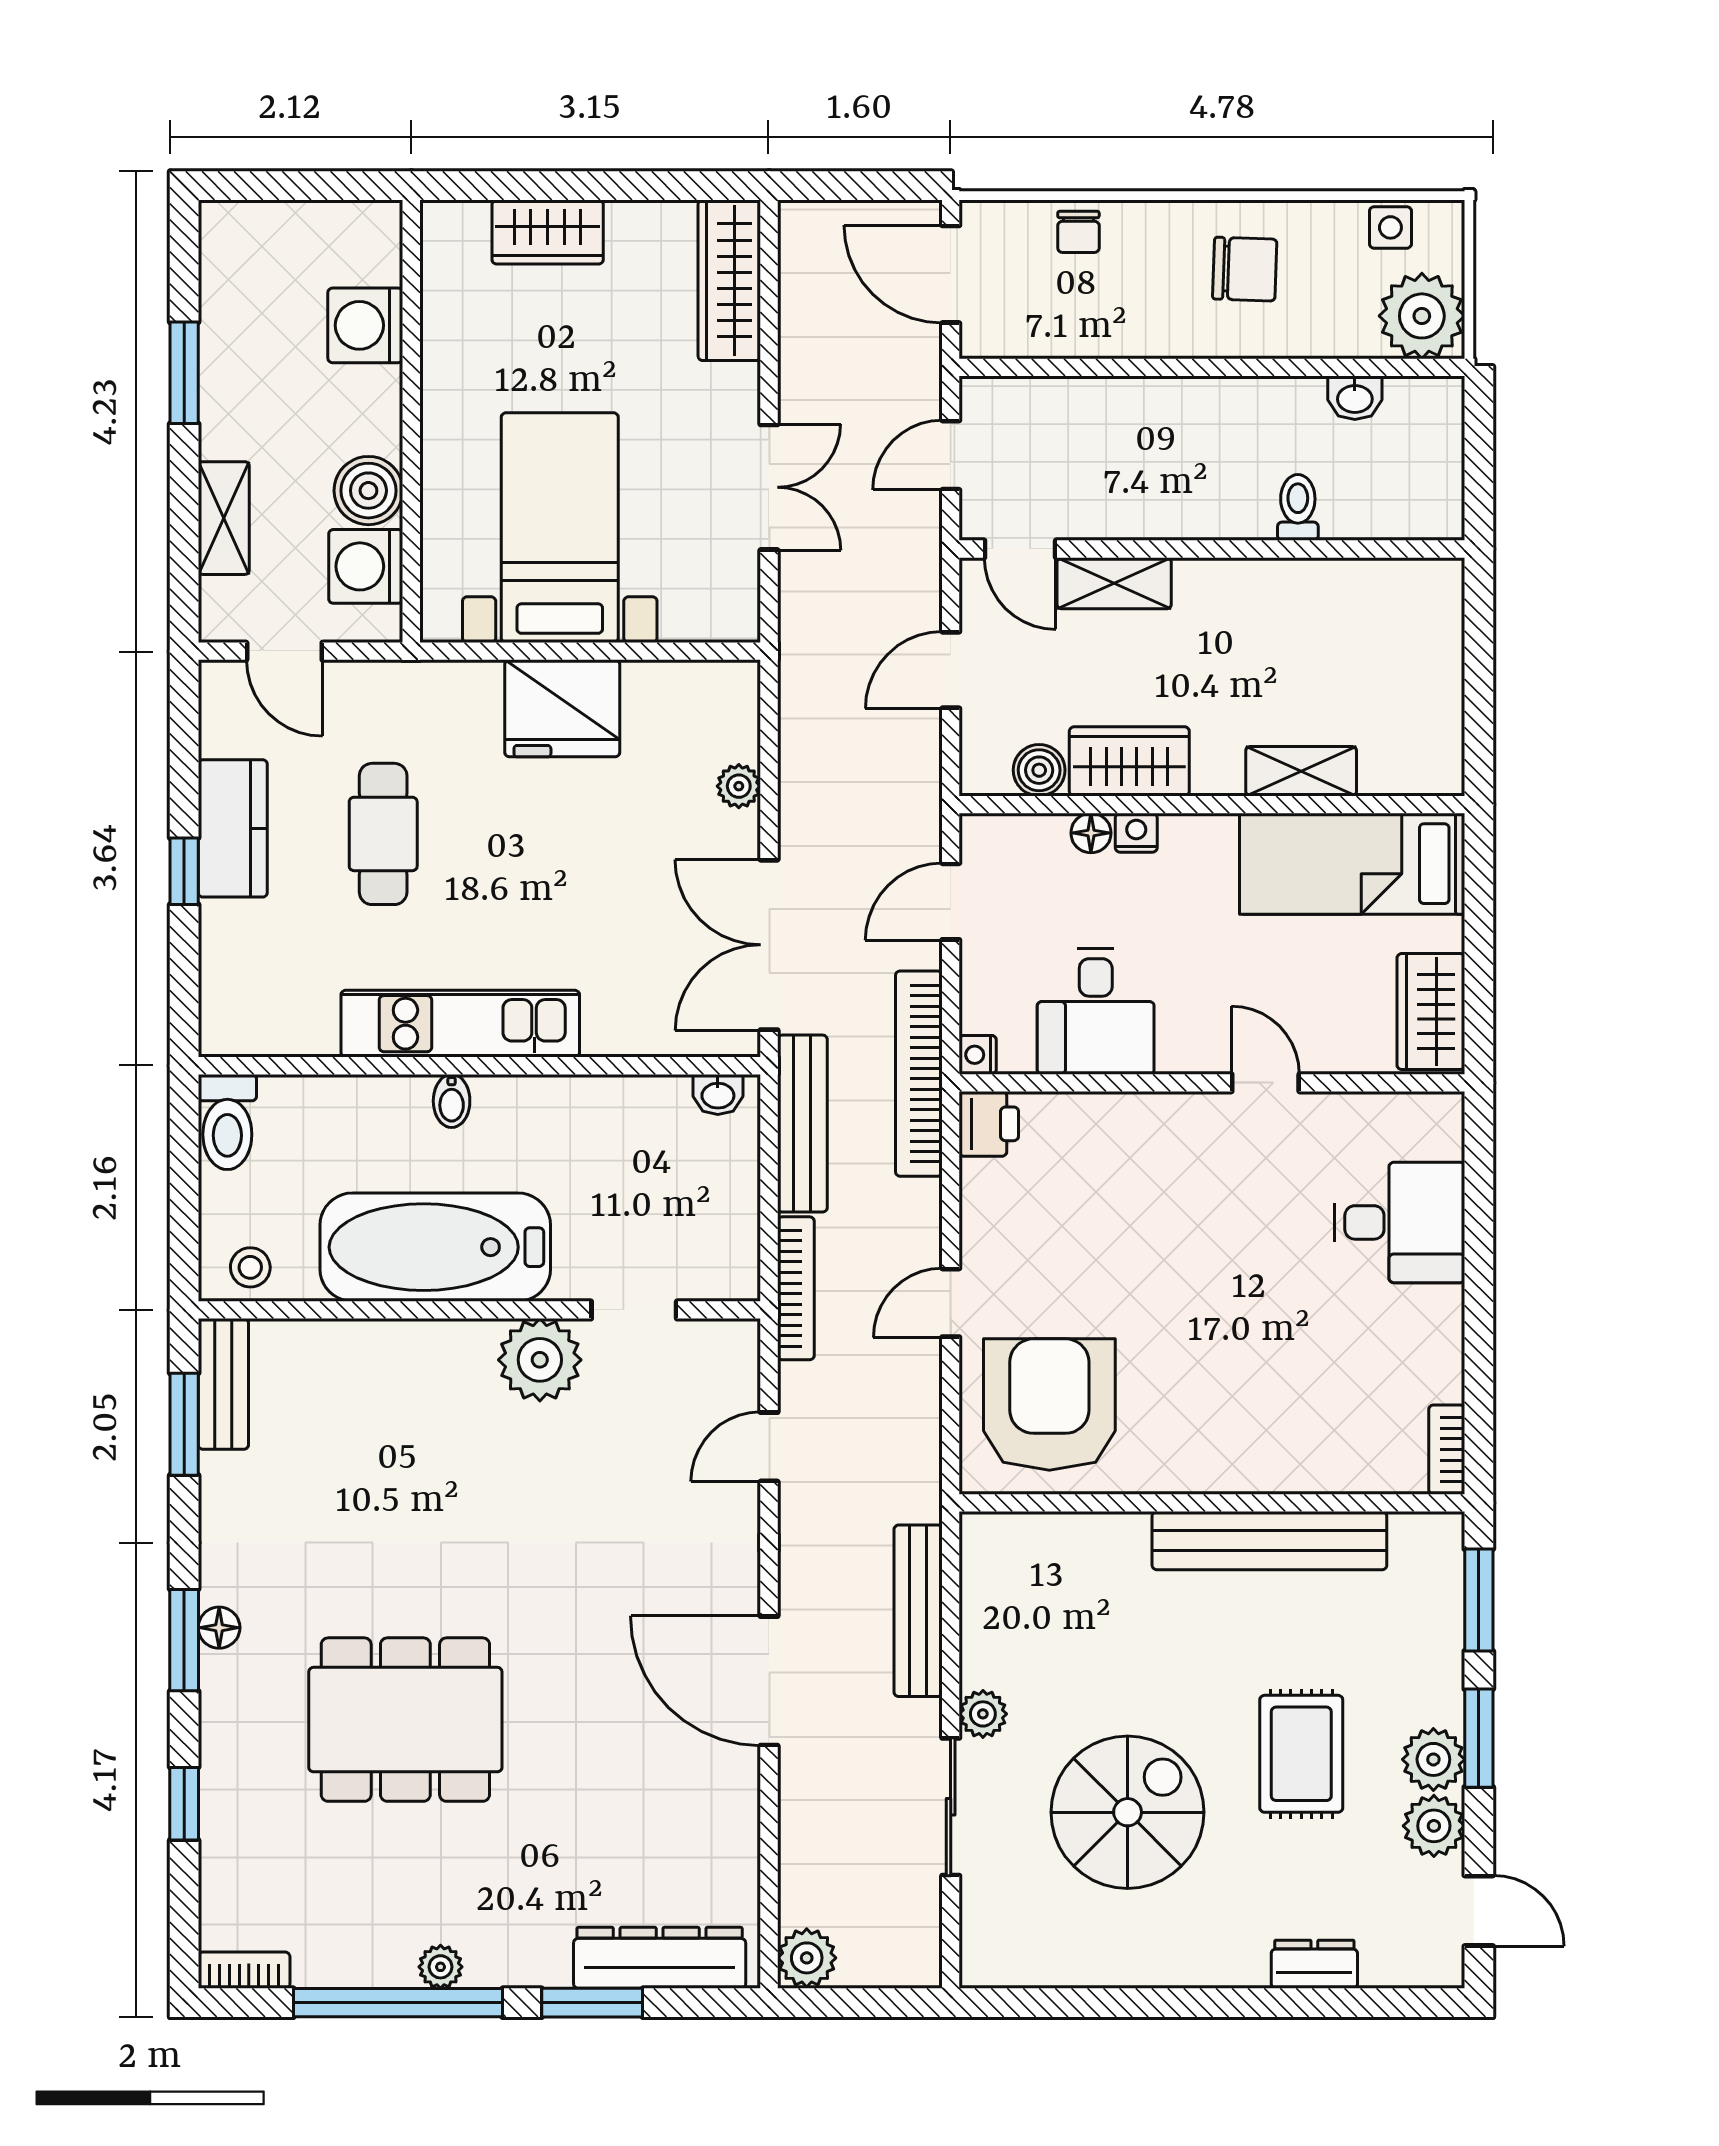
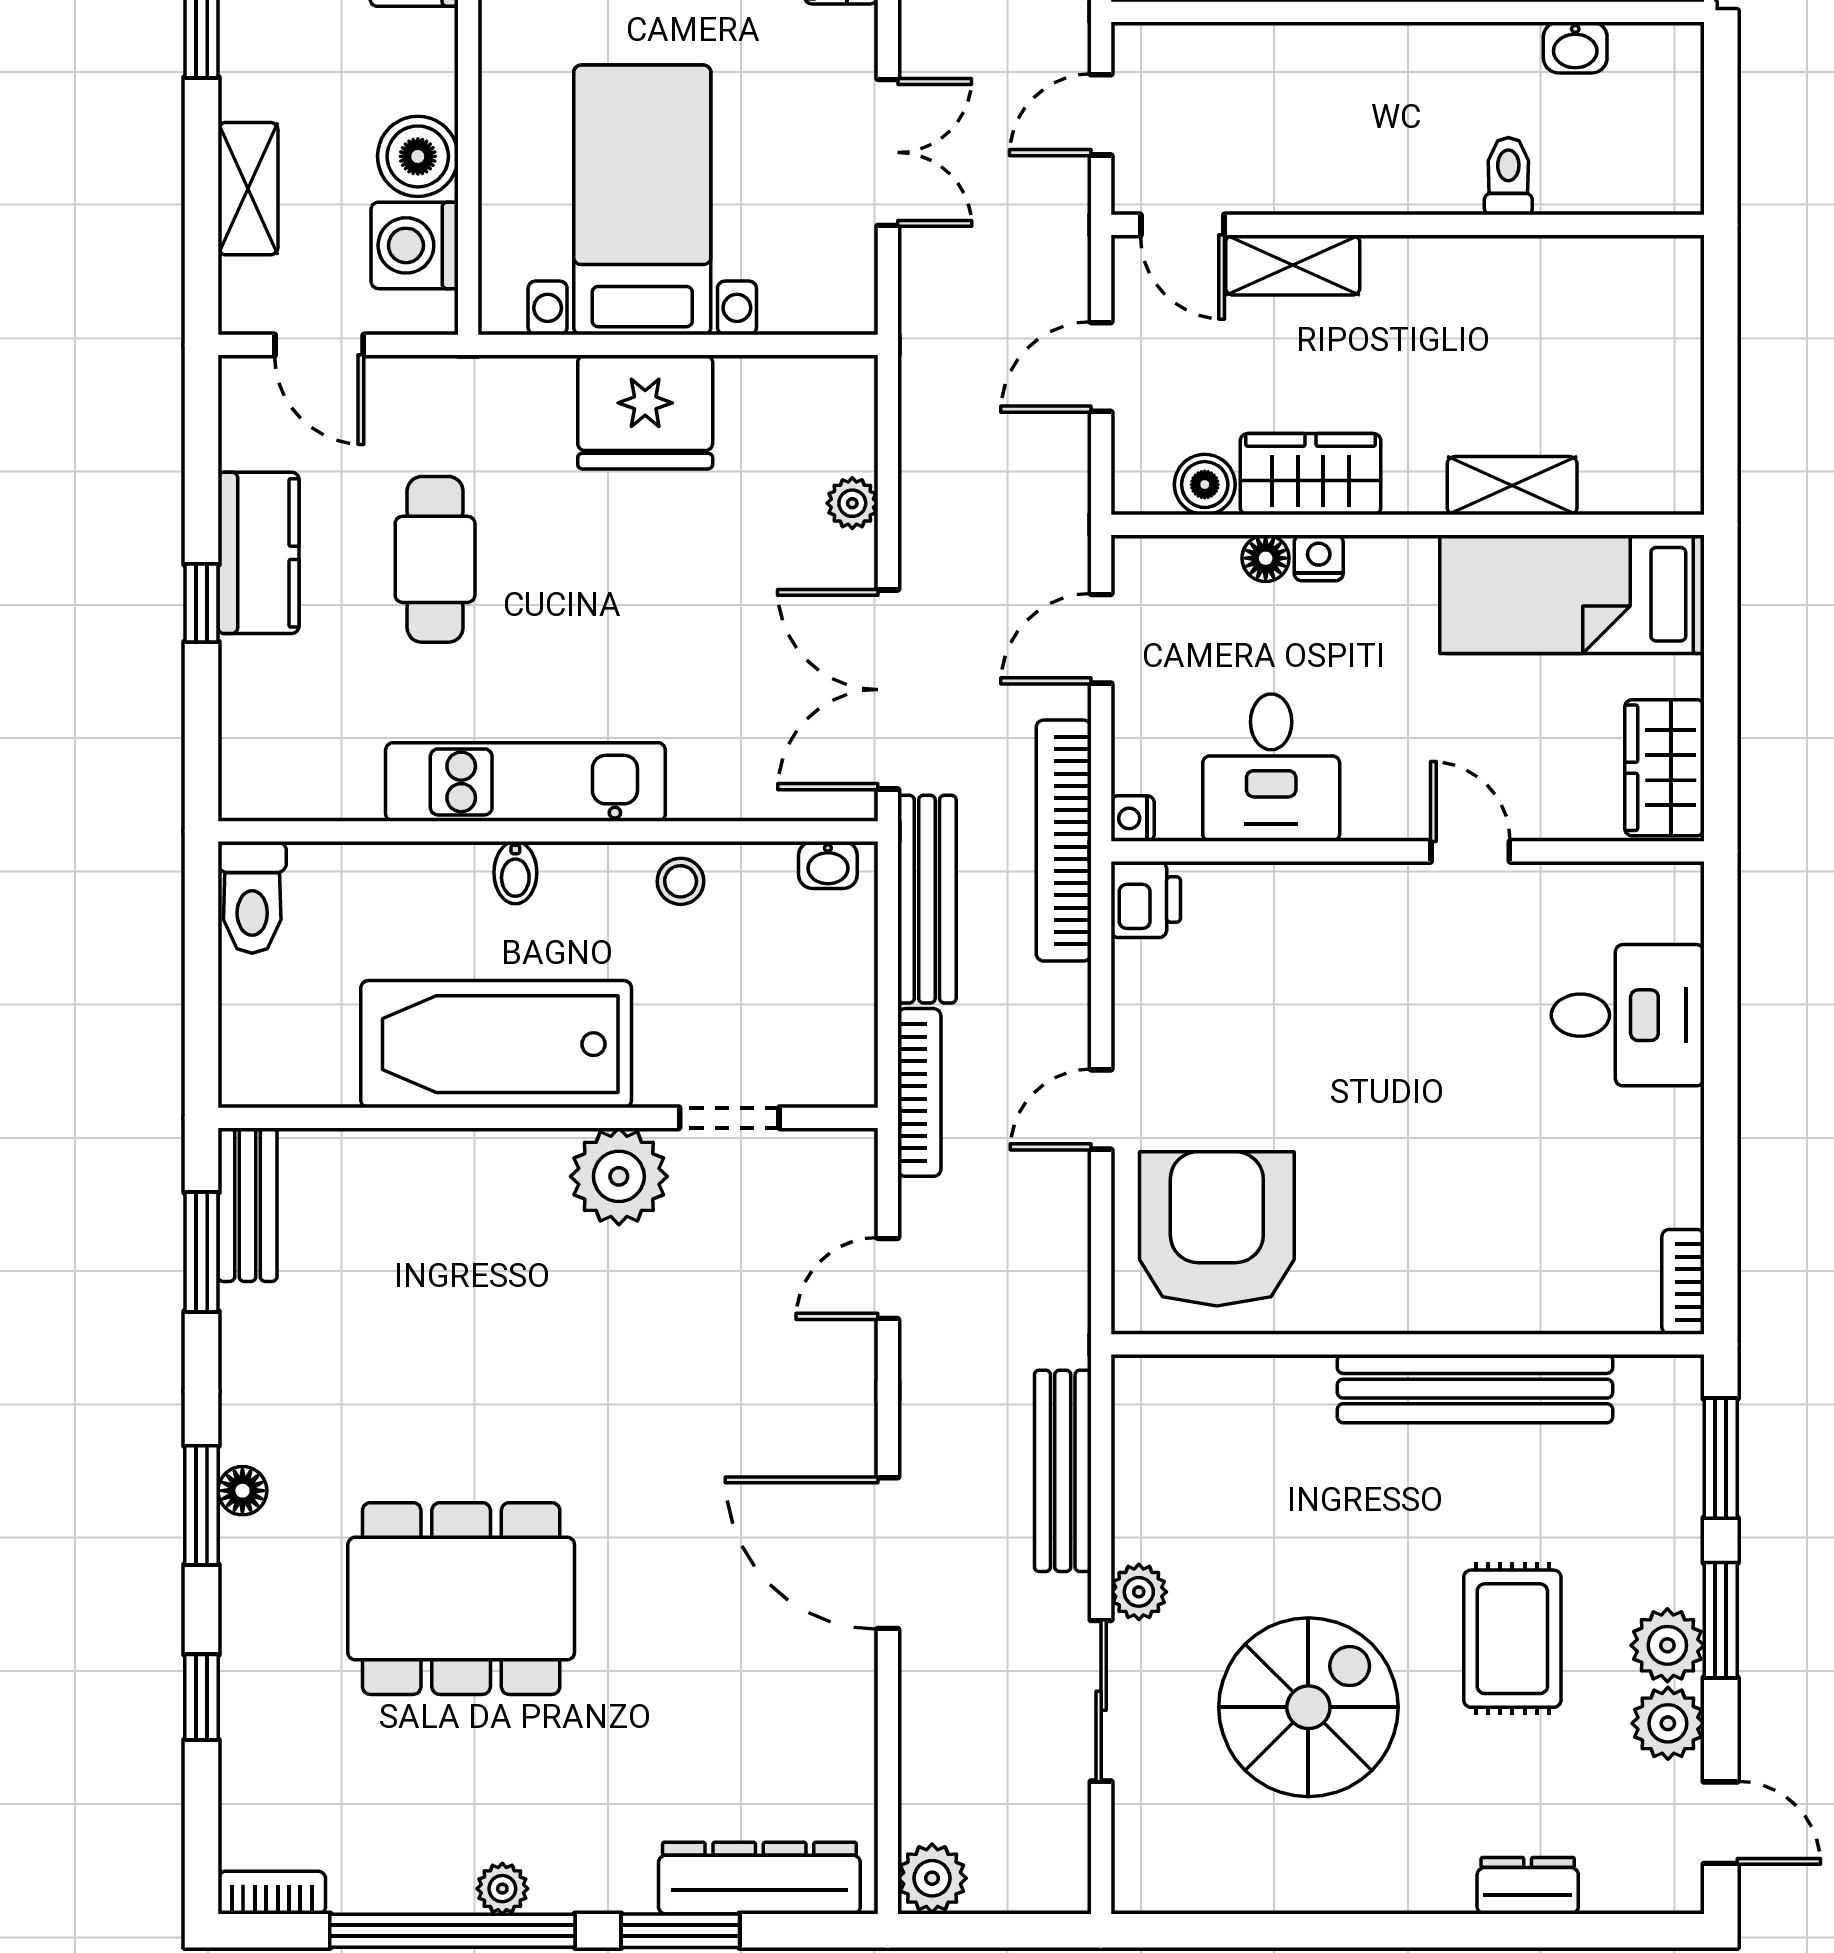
stool: (250, 1267) -> (681, 881), moved

